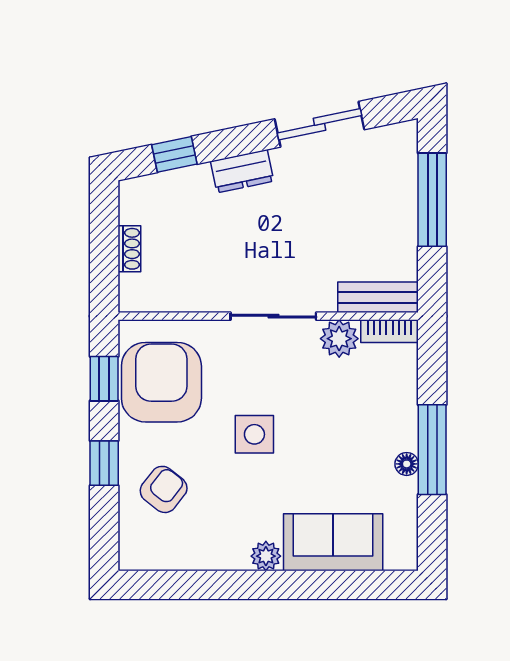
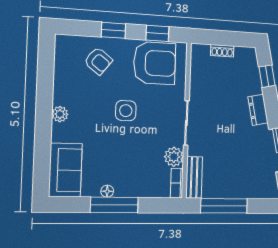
window: (432, 200) -> (224, 206), moved
sofa: (333, 542) -> (65, 170), moved

